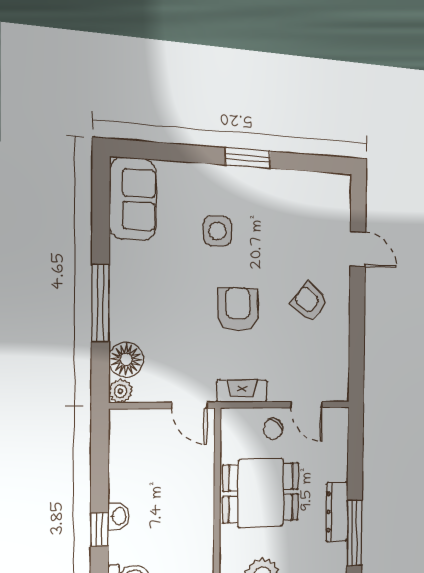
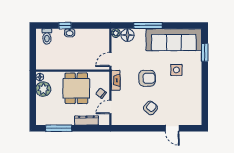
window: (248, 158) -> (205, 52), moved
sofa: (133, 199) -> (174, 40), width x1.85, depth x1.27
door: (358, 249) -> (172, 128), hinge flipped
dresser: (337, 512) -> (86, 120), moved

